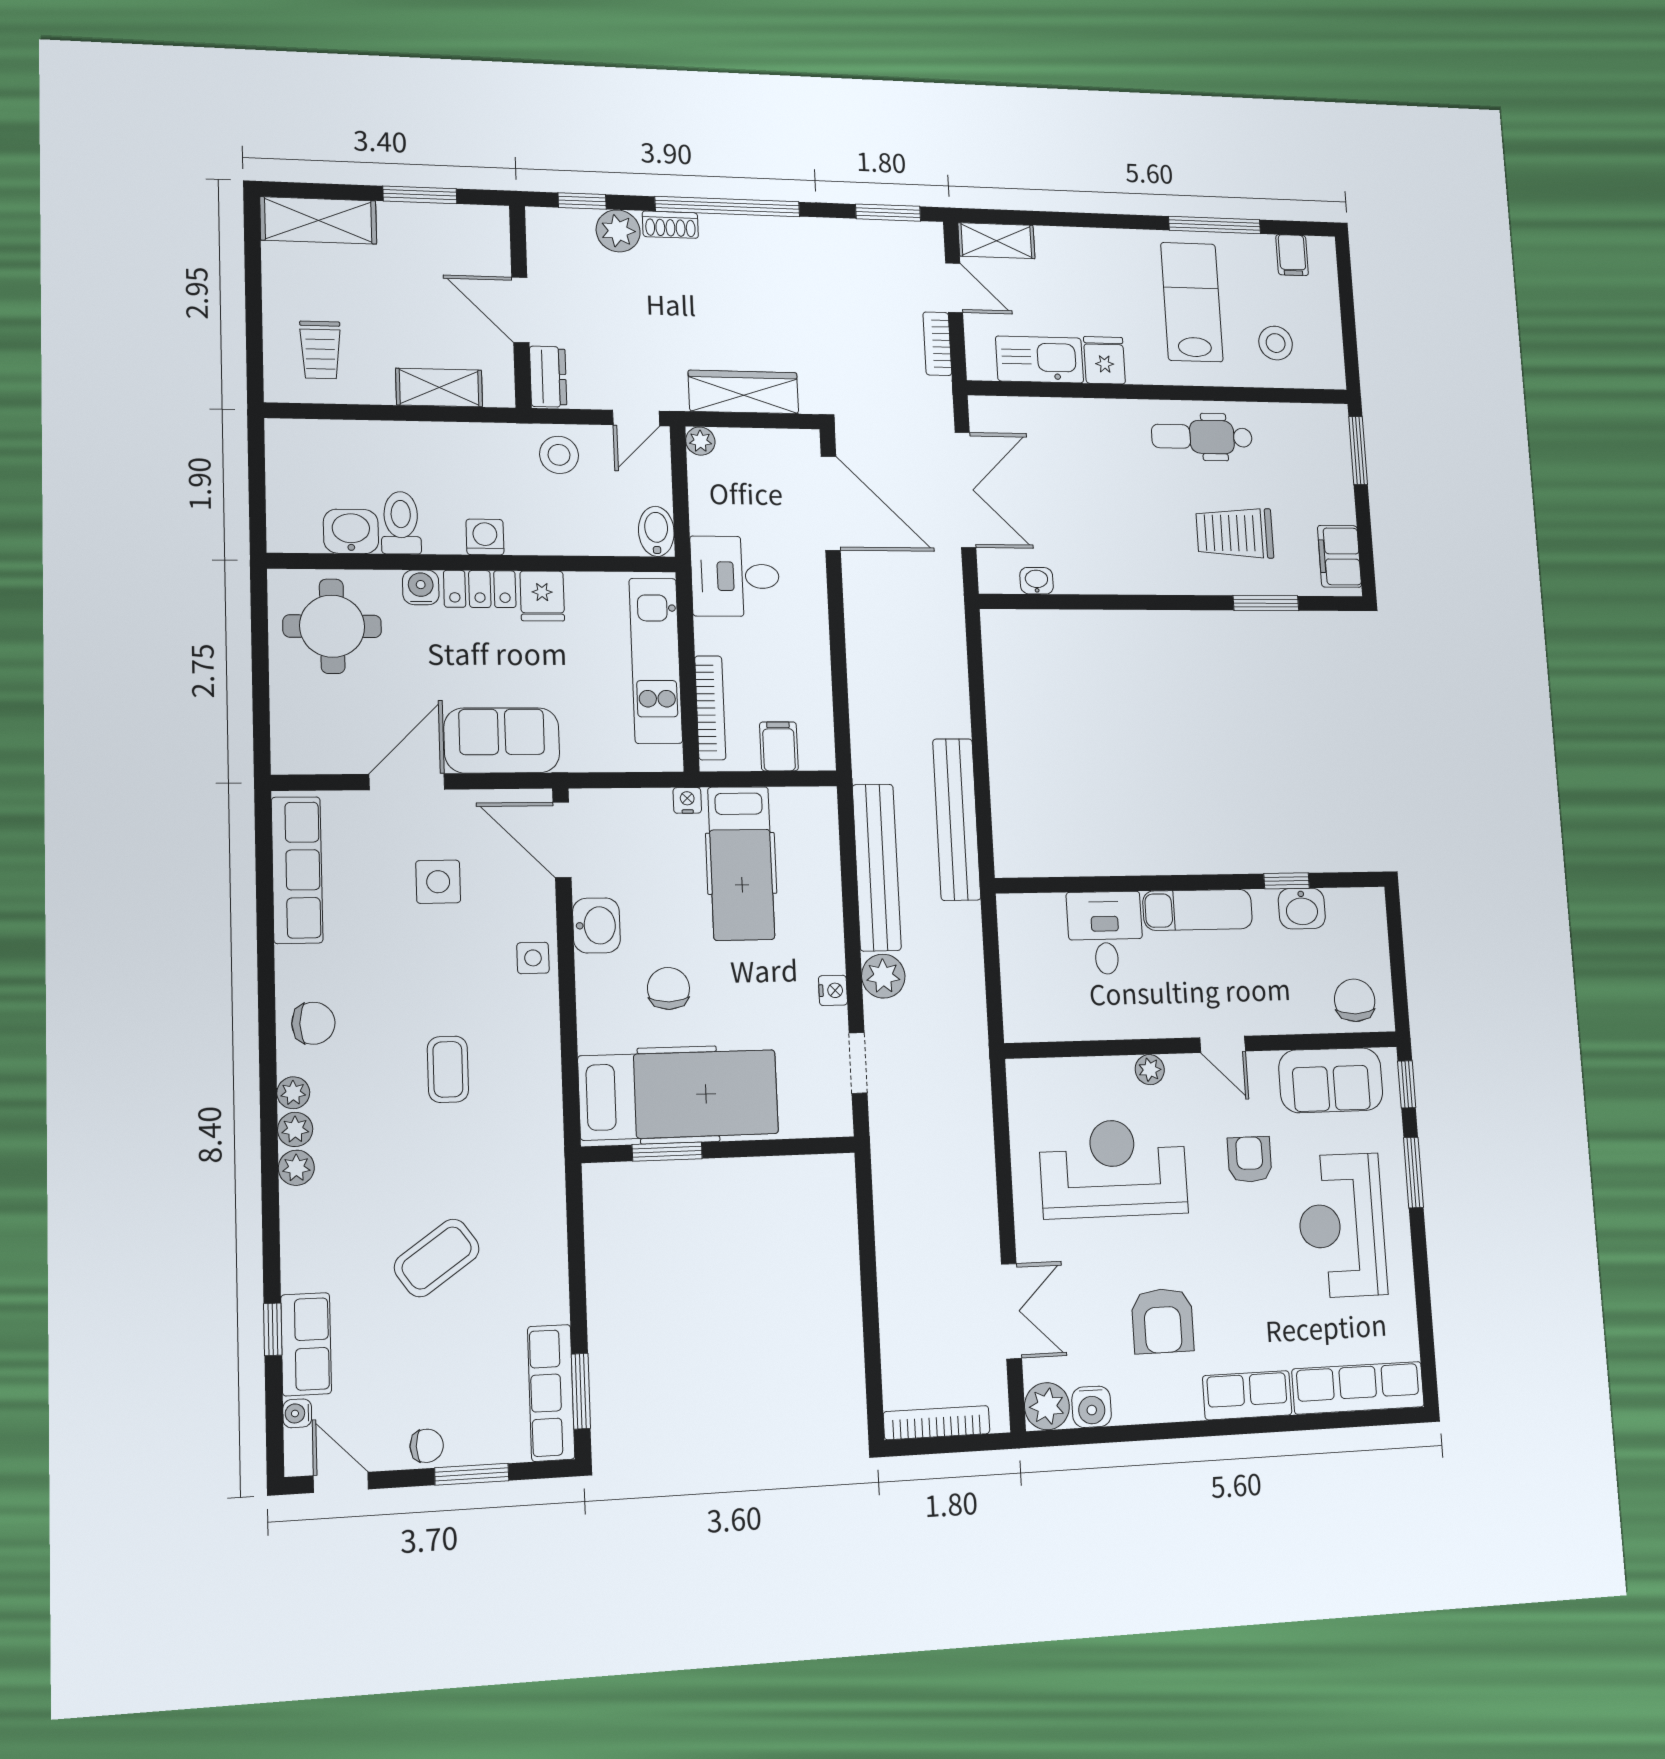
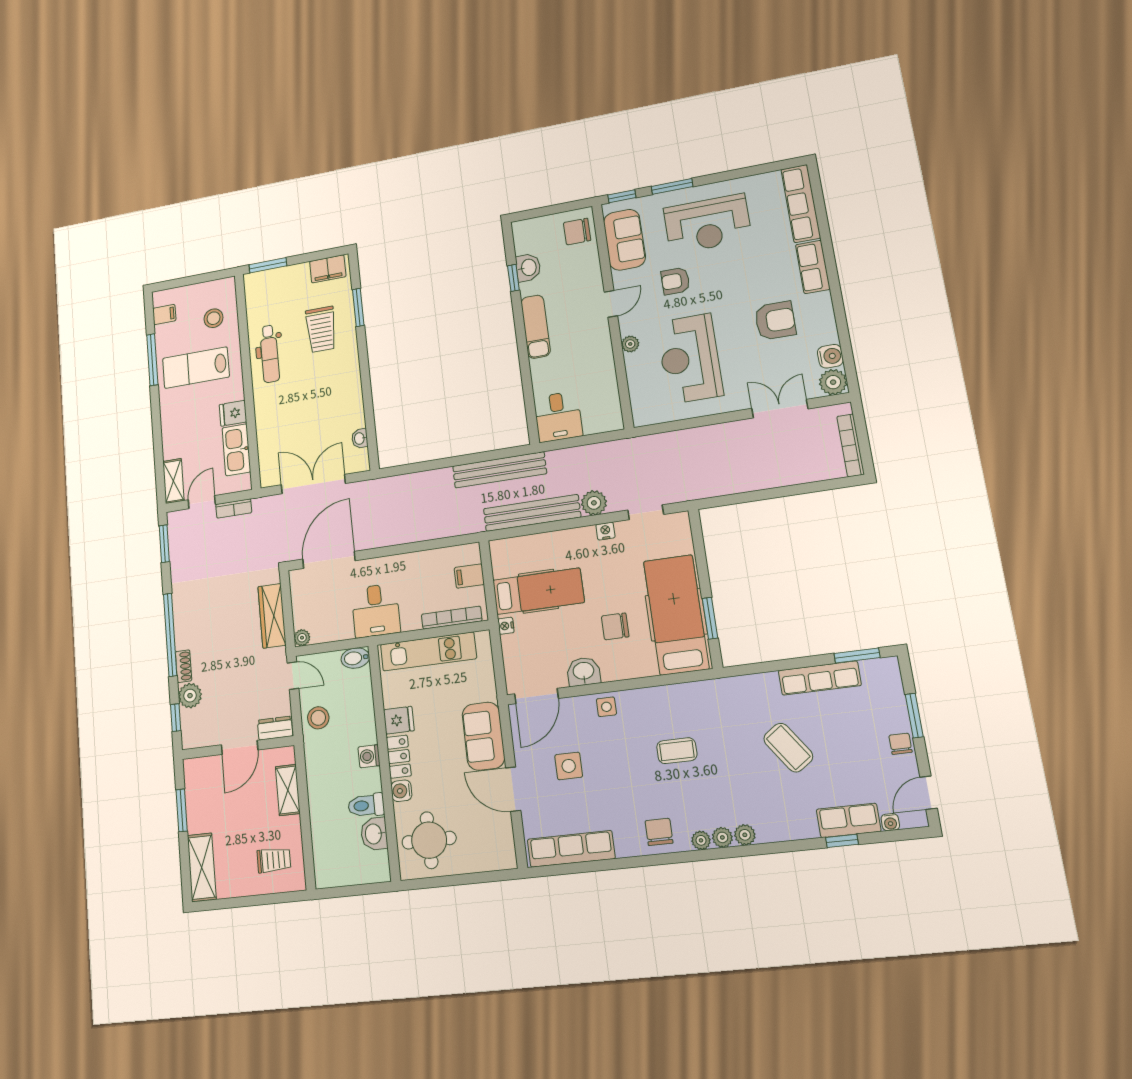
desk: (1105, 933) -> (558, 417), moved, turned -90
row of seats: (551, 1393) -> (820, 678), moved

